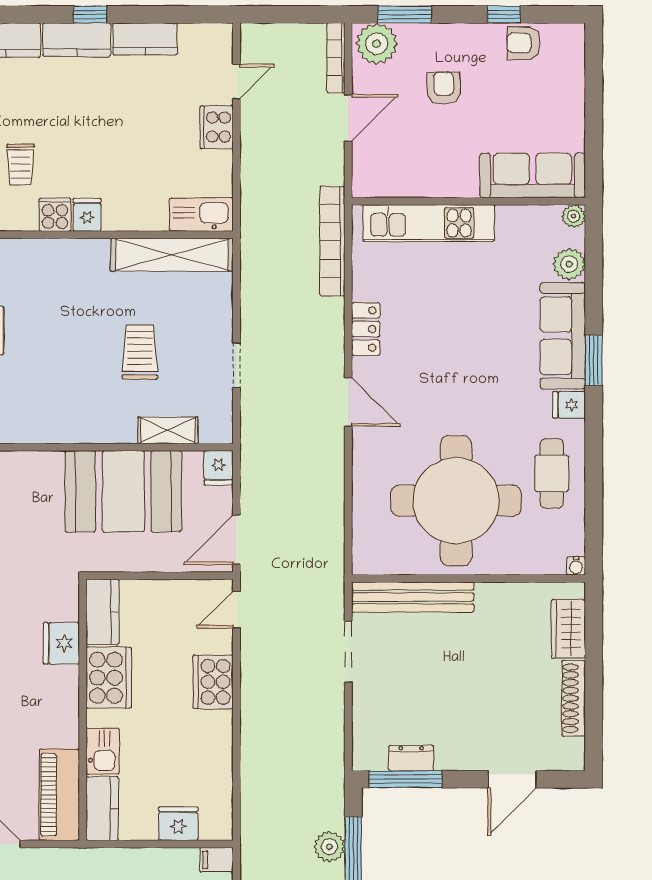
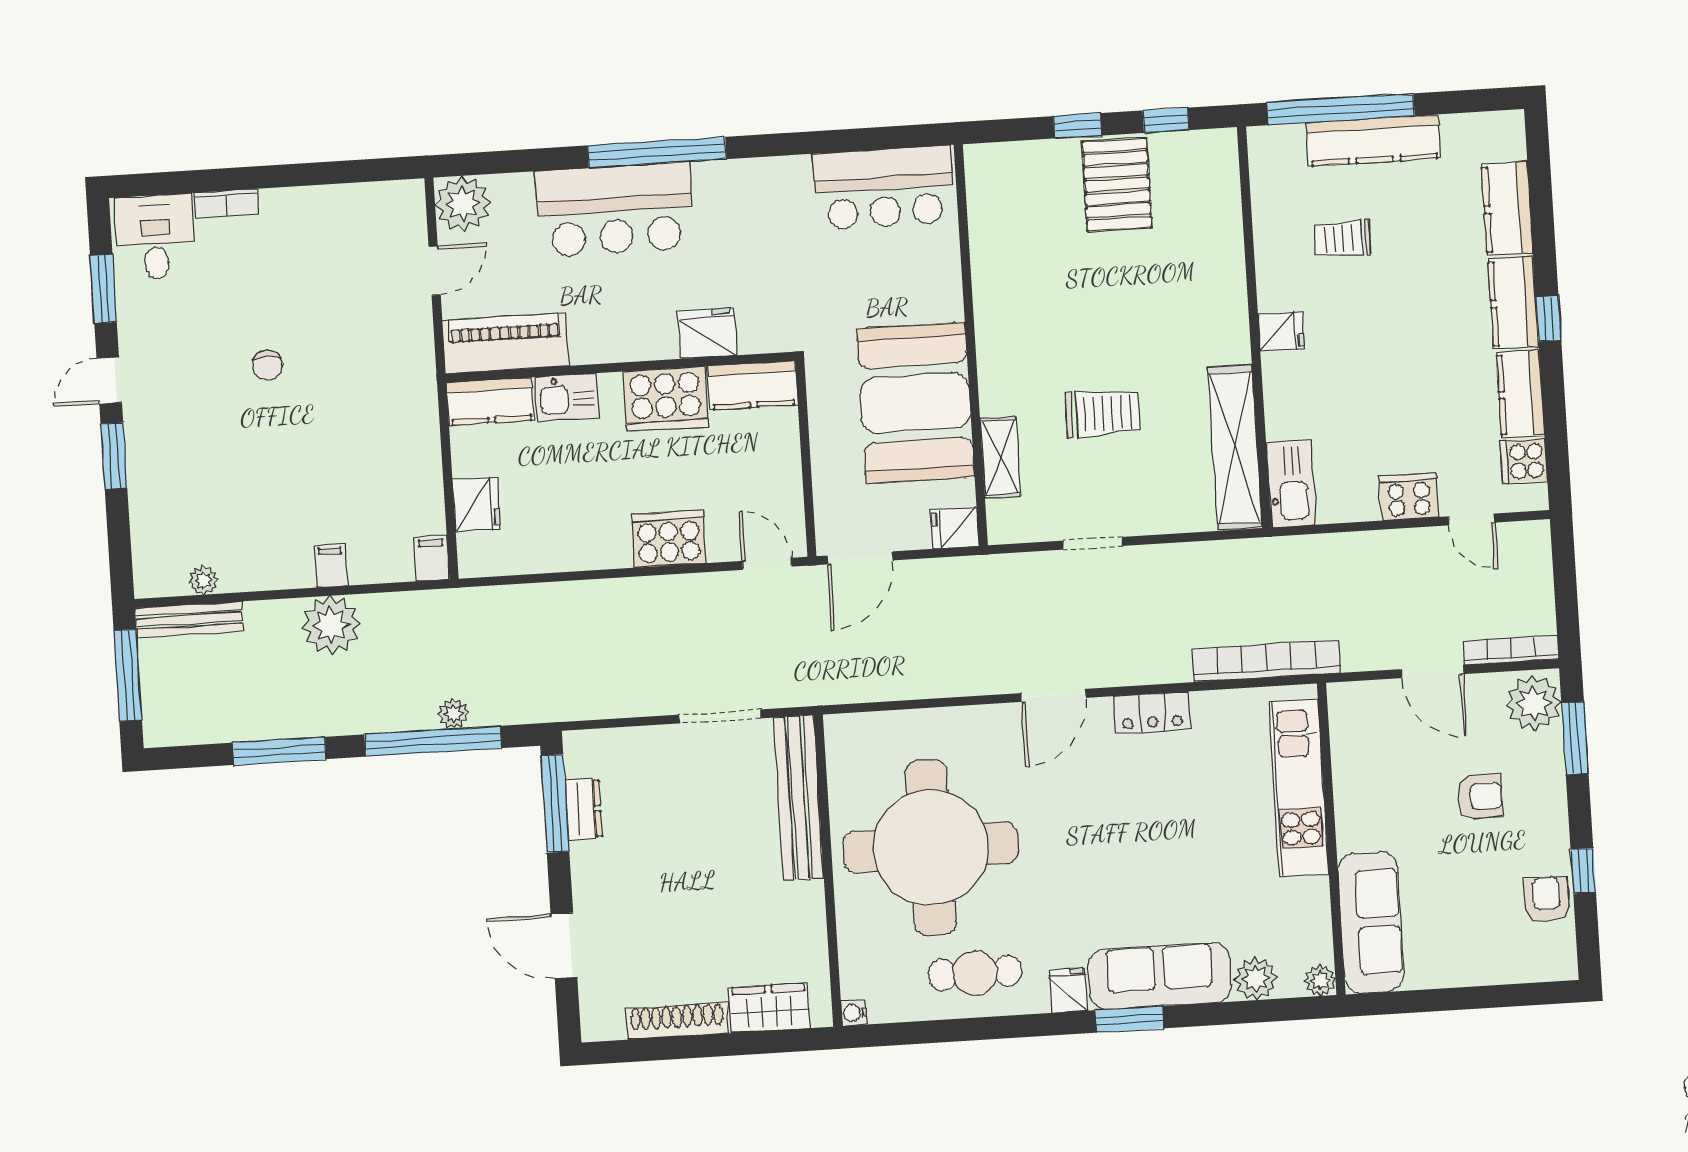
cooker: (55, 215) -> (1524, 461), moved, turned 180
door: (236, 540) -> (860, 558), swing flipped
plant: (329, 847) -> (453, 714), width x0.73, depth x0.73

